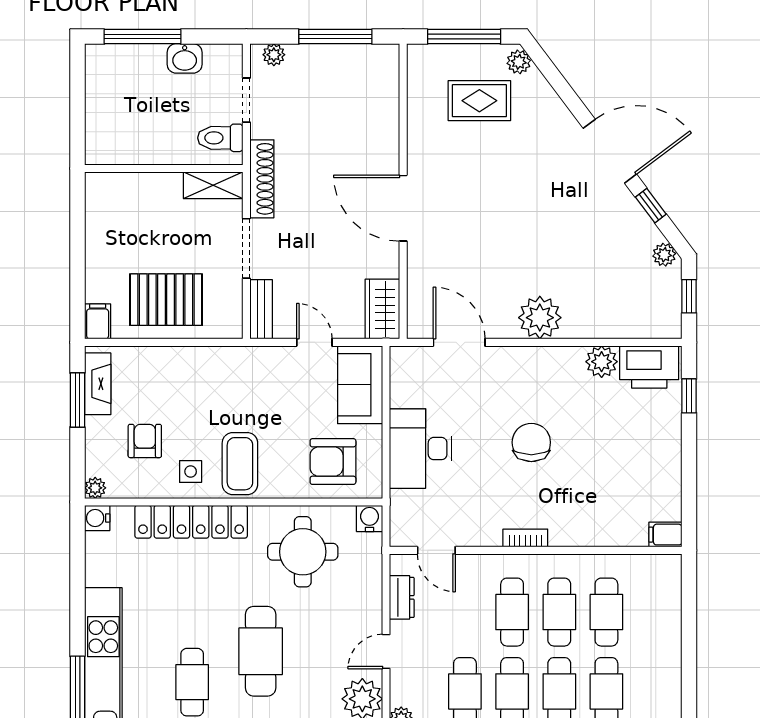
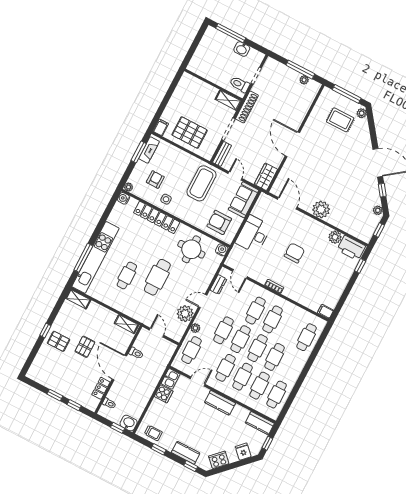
plant: (274, 55) -> (304, 80), moved
coffee table: (240, 464) -> (201, 183), moved, width x1.36, depth x1.32
cafe table: (606, 612) -> (307, 337), moved

